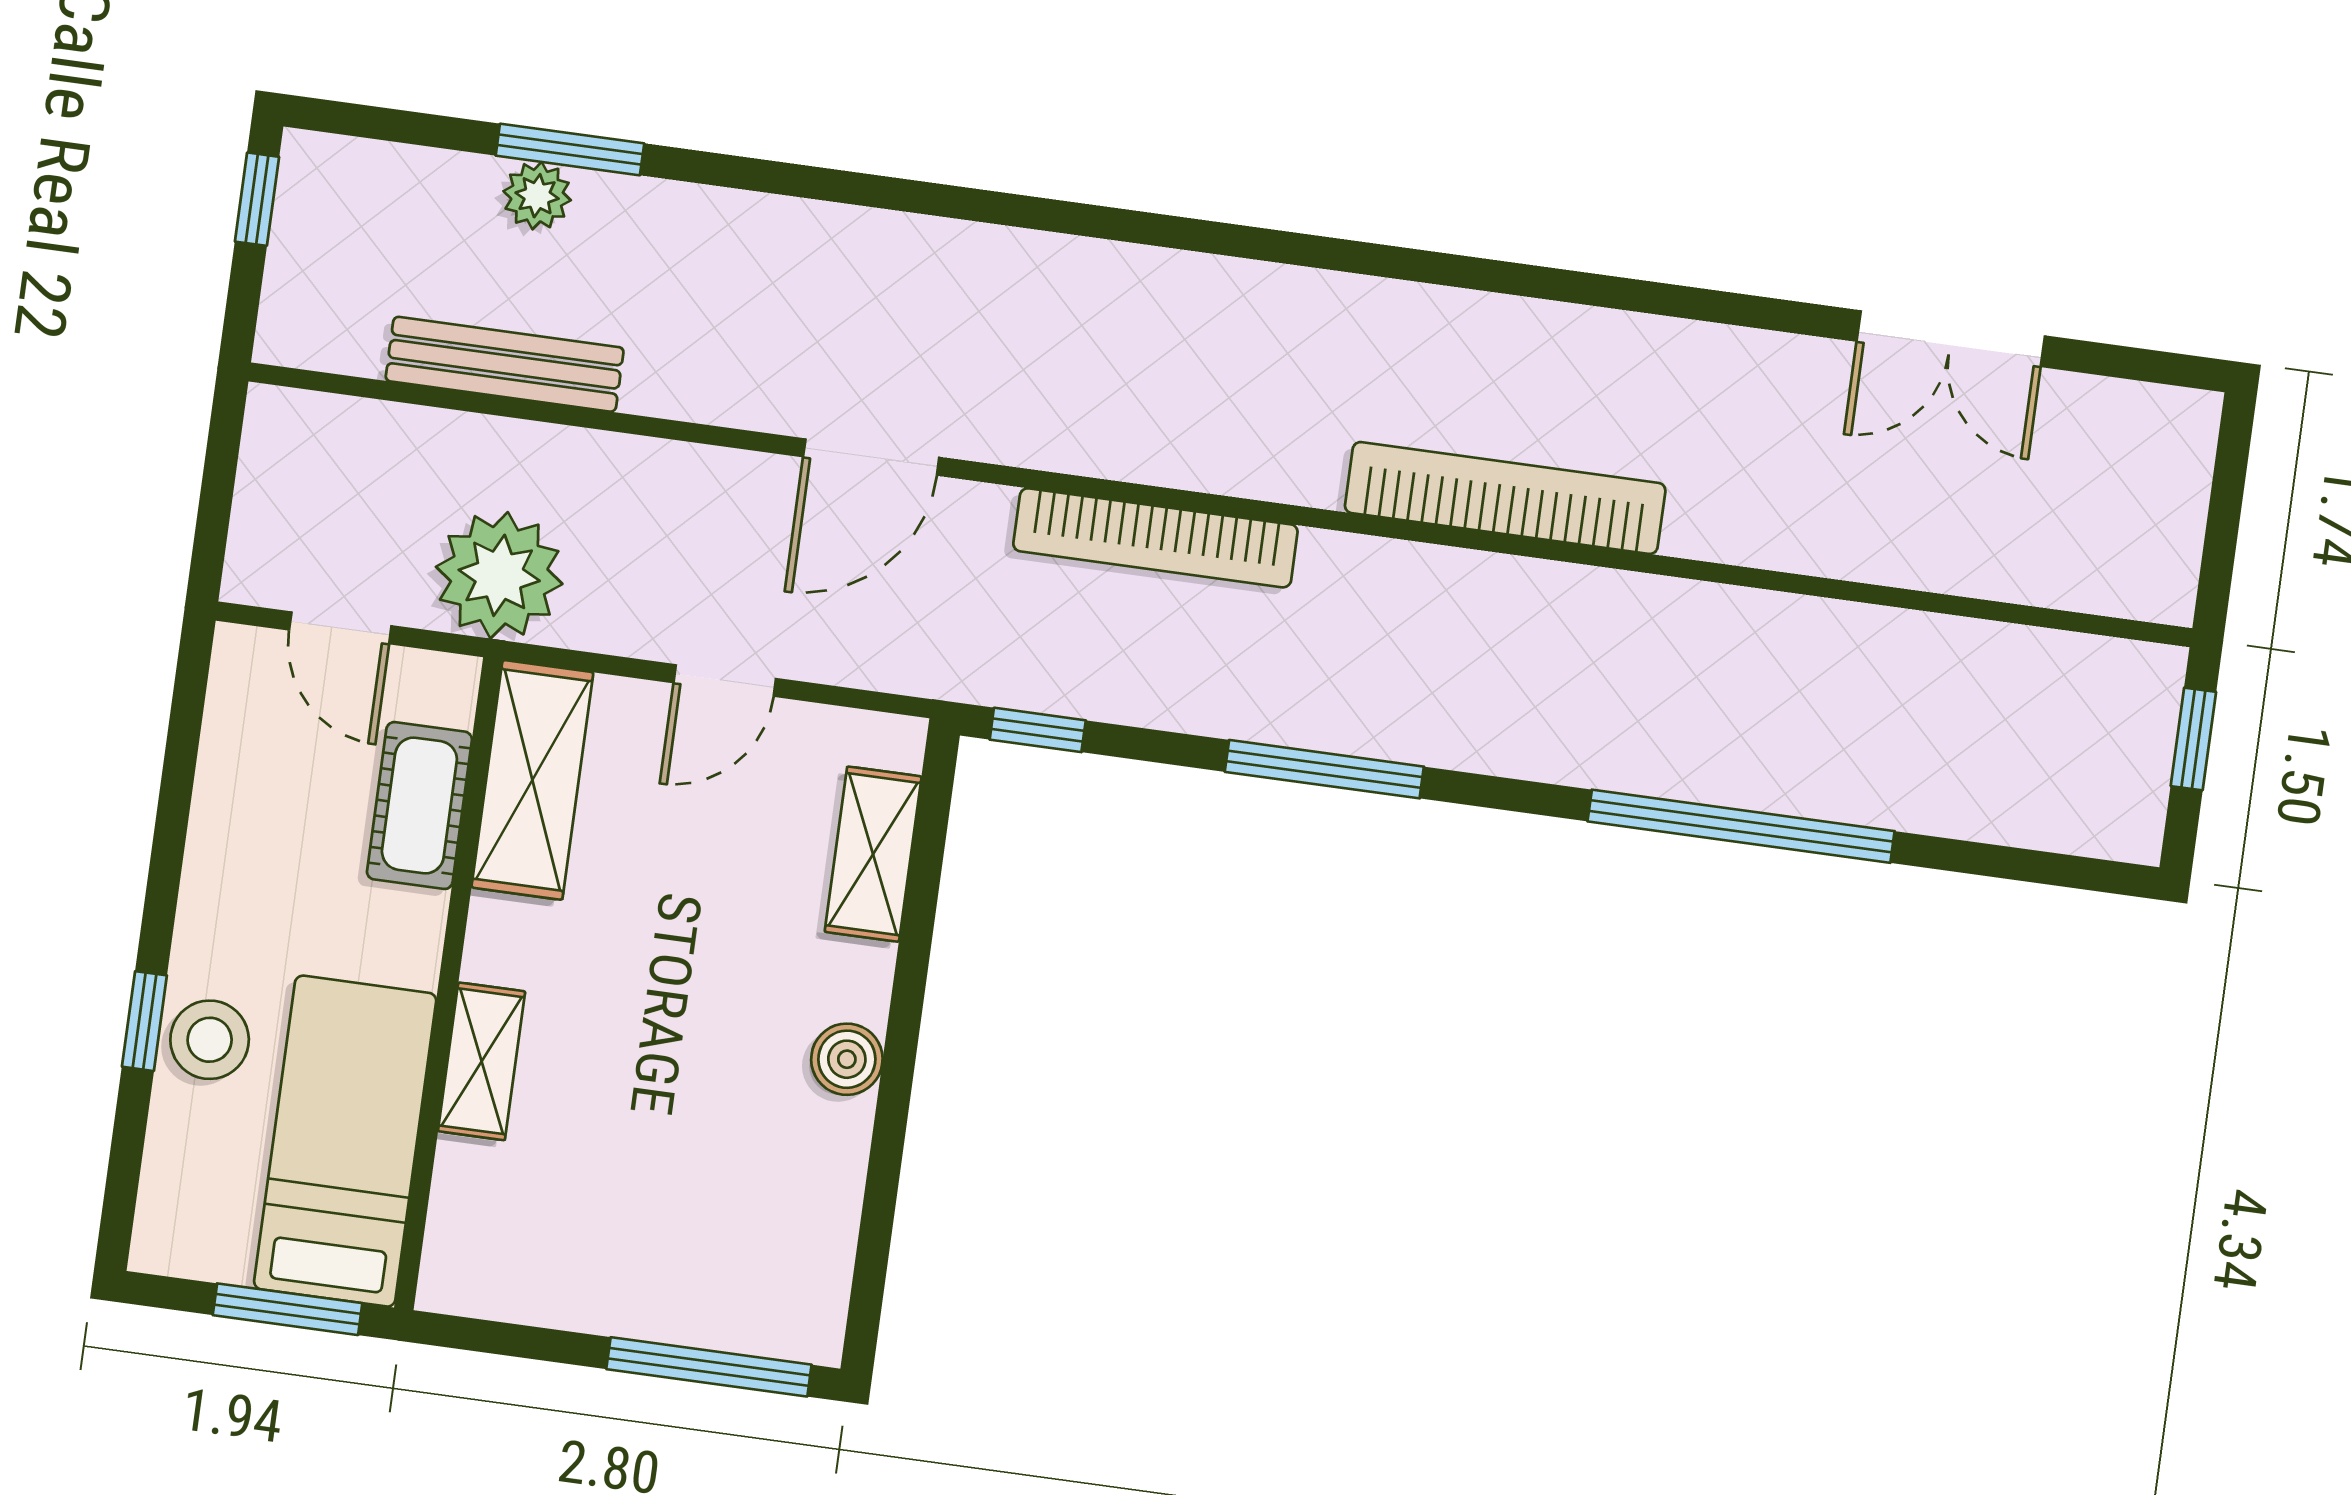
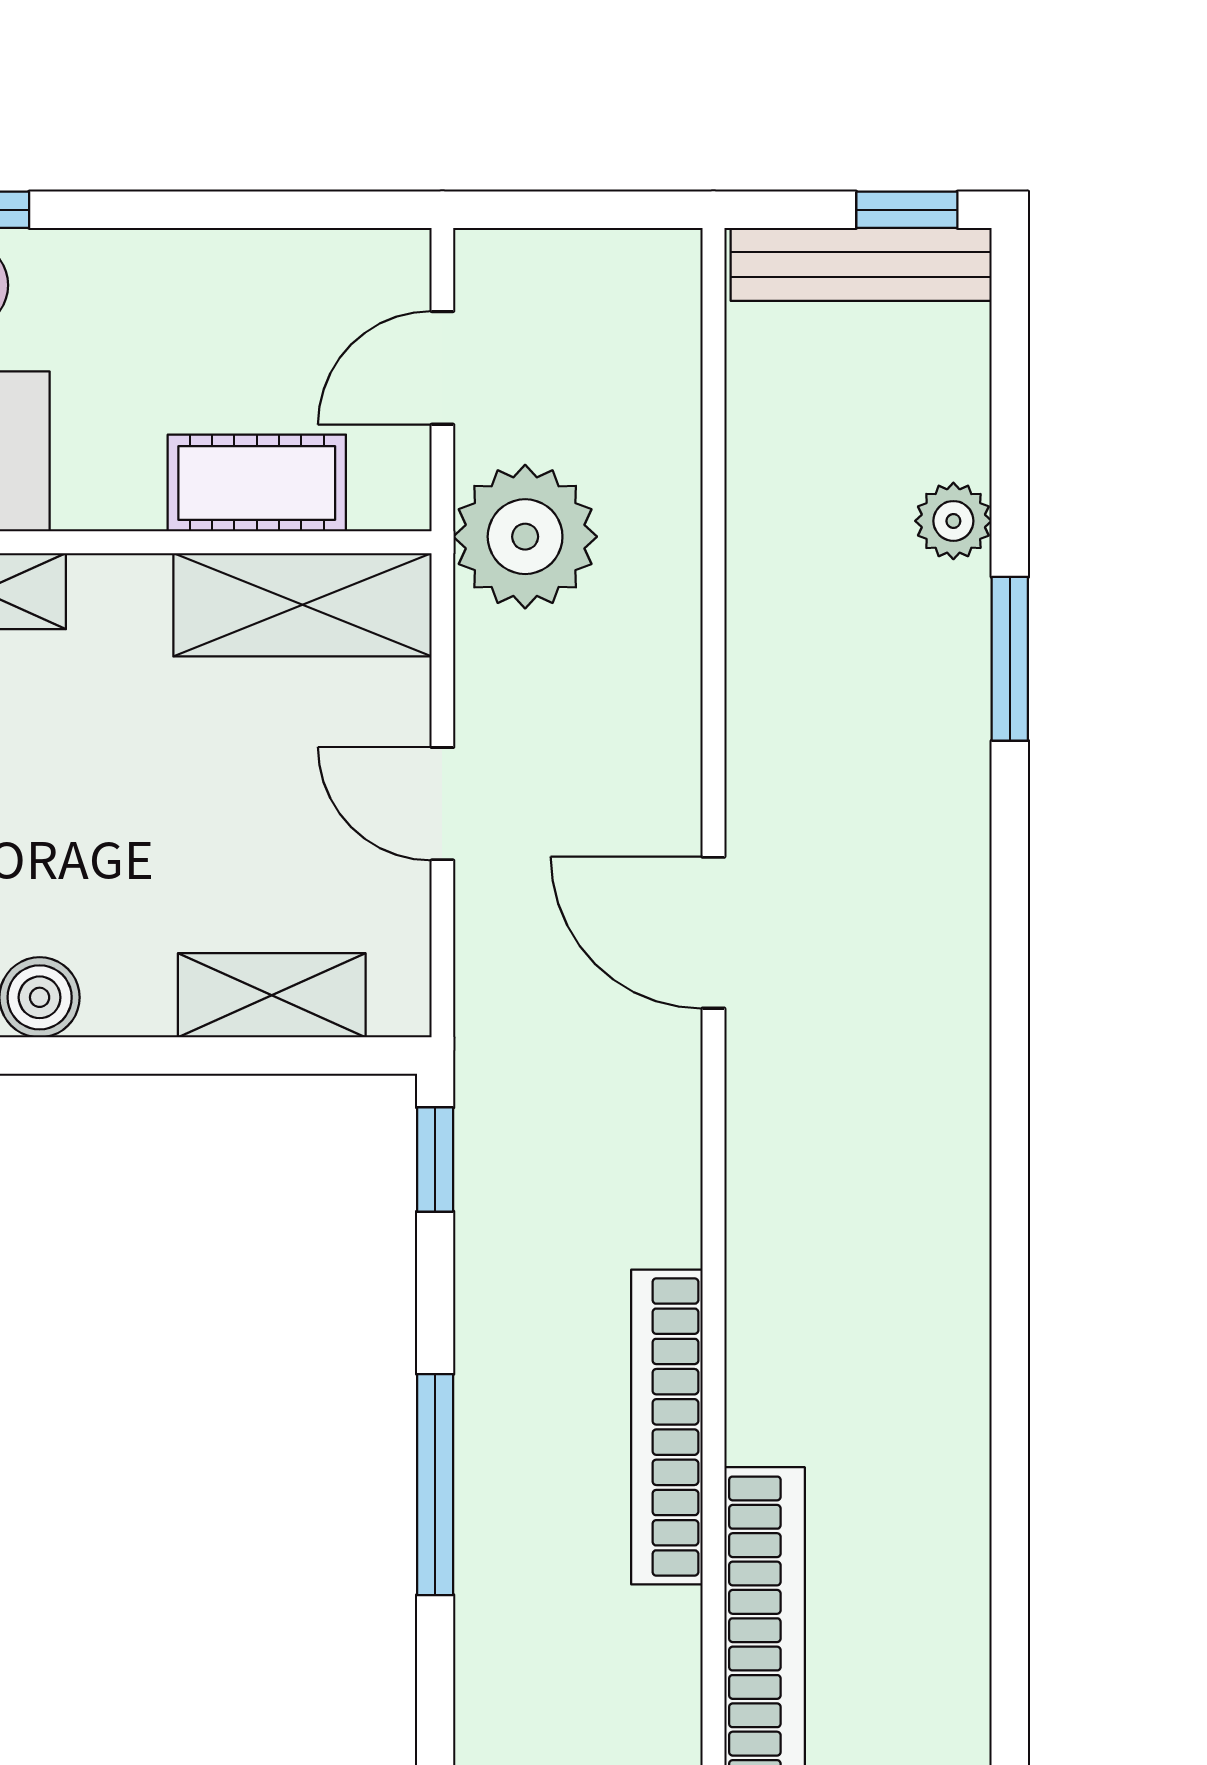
window: (570, 149) -> (1010, 659), moved
bench: (505, 364) -> (861, 264), moved, turned 90
bookcase: (1155, 538) -> (667, 1427), moved

